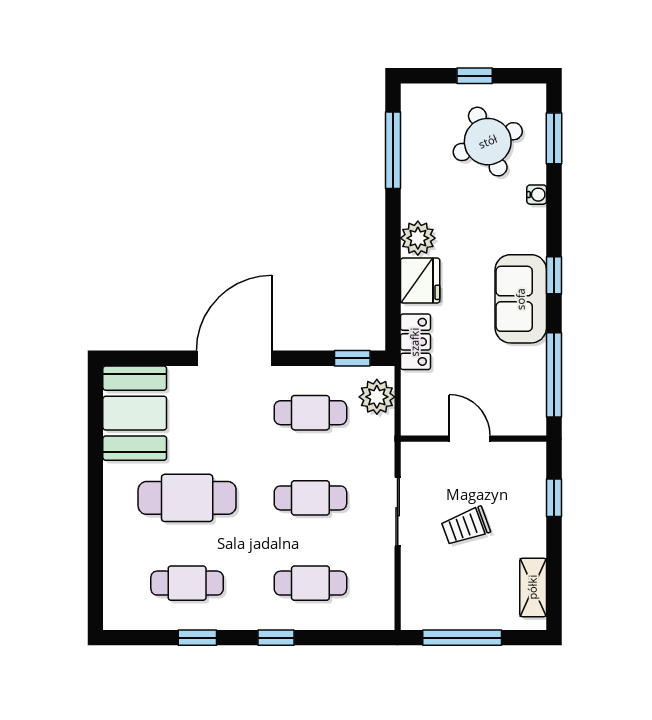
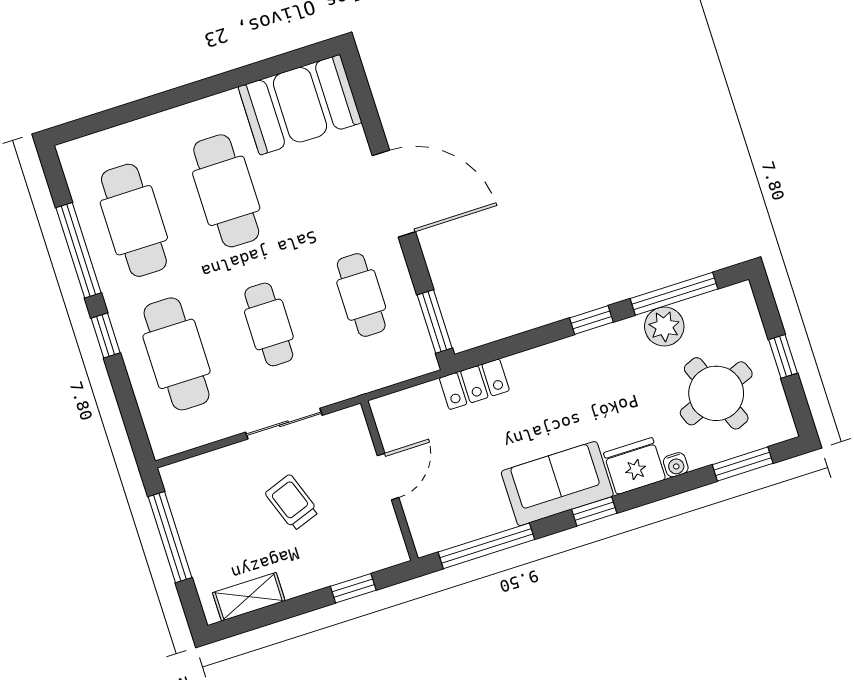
window: (393, 227) -> (591, 320), added
plant: (418, 238) -> (664, 326), moved
fridge: (420, 280) -> (635, 466), moved, turned 180
window: (352, 358) -> (435, 321), width x1.50
plant: (377, 397) -> (401, 361), removed
cafe table: (187, 583) -> (134, 220), width x1.37, depth x1.35
cafe table: (310, 583) -> (177, 354), width x1.37, depth x1.35
window: (197, 638) -> (78, 250), width x2.17

